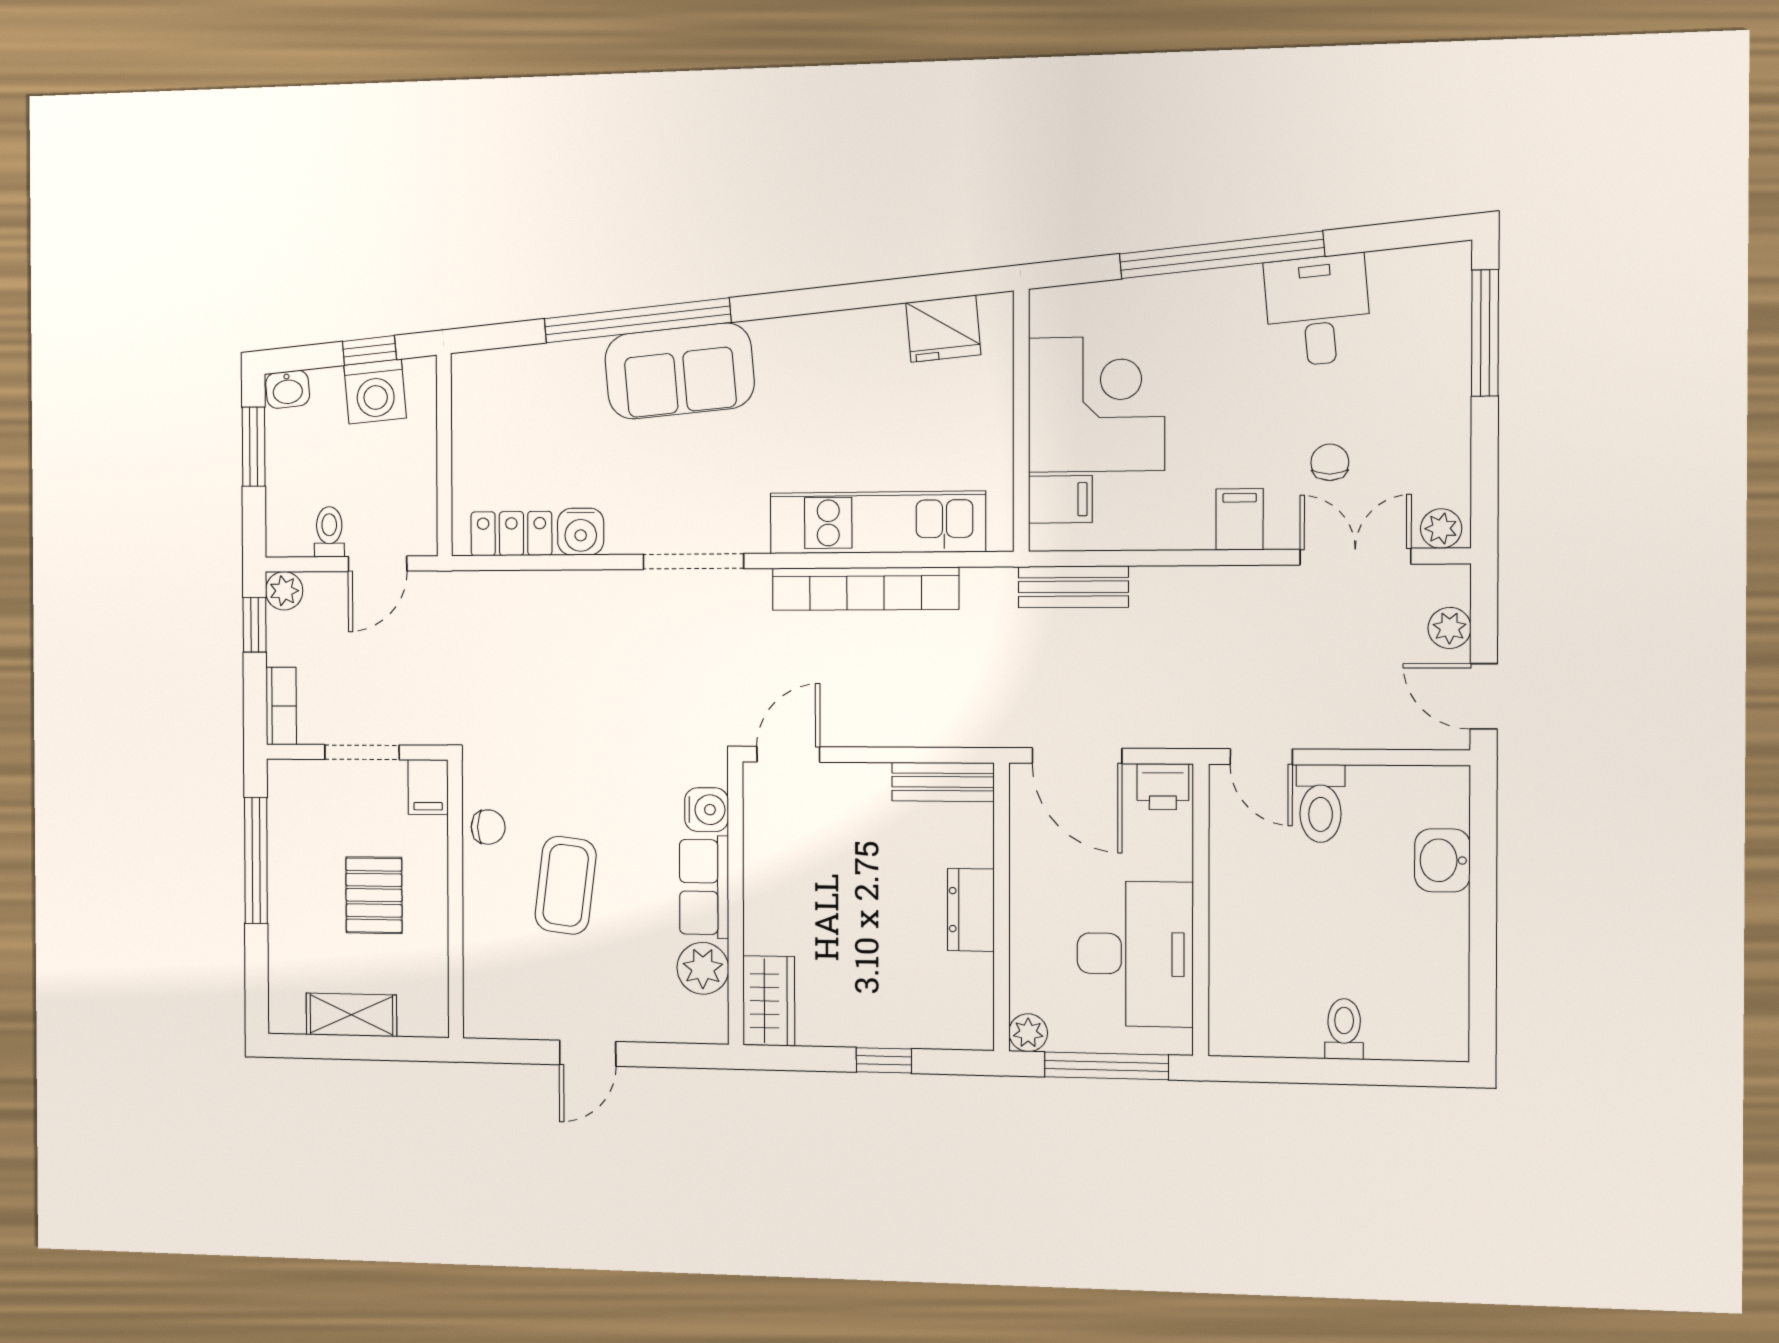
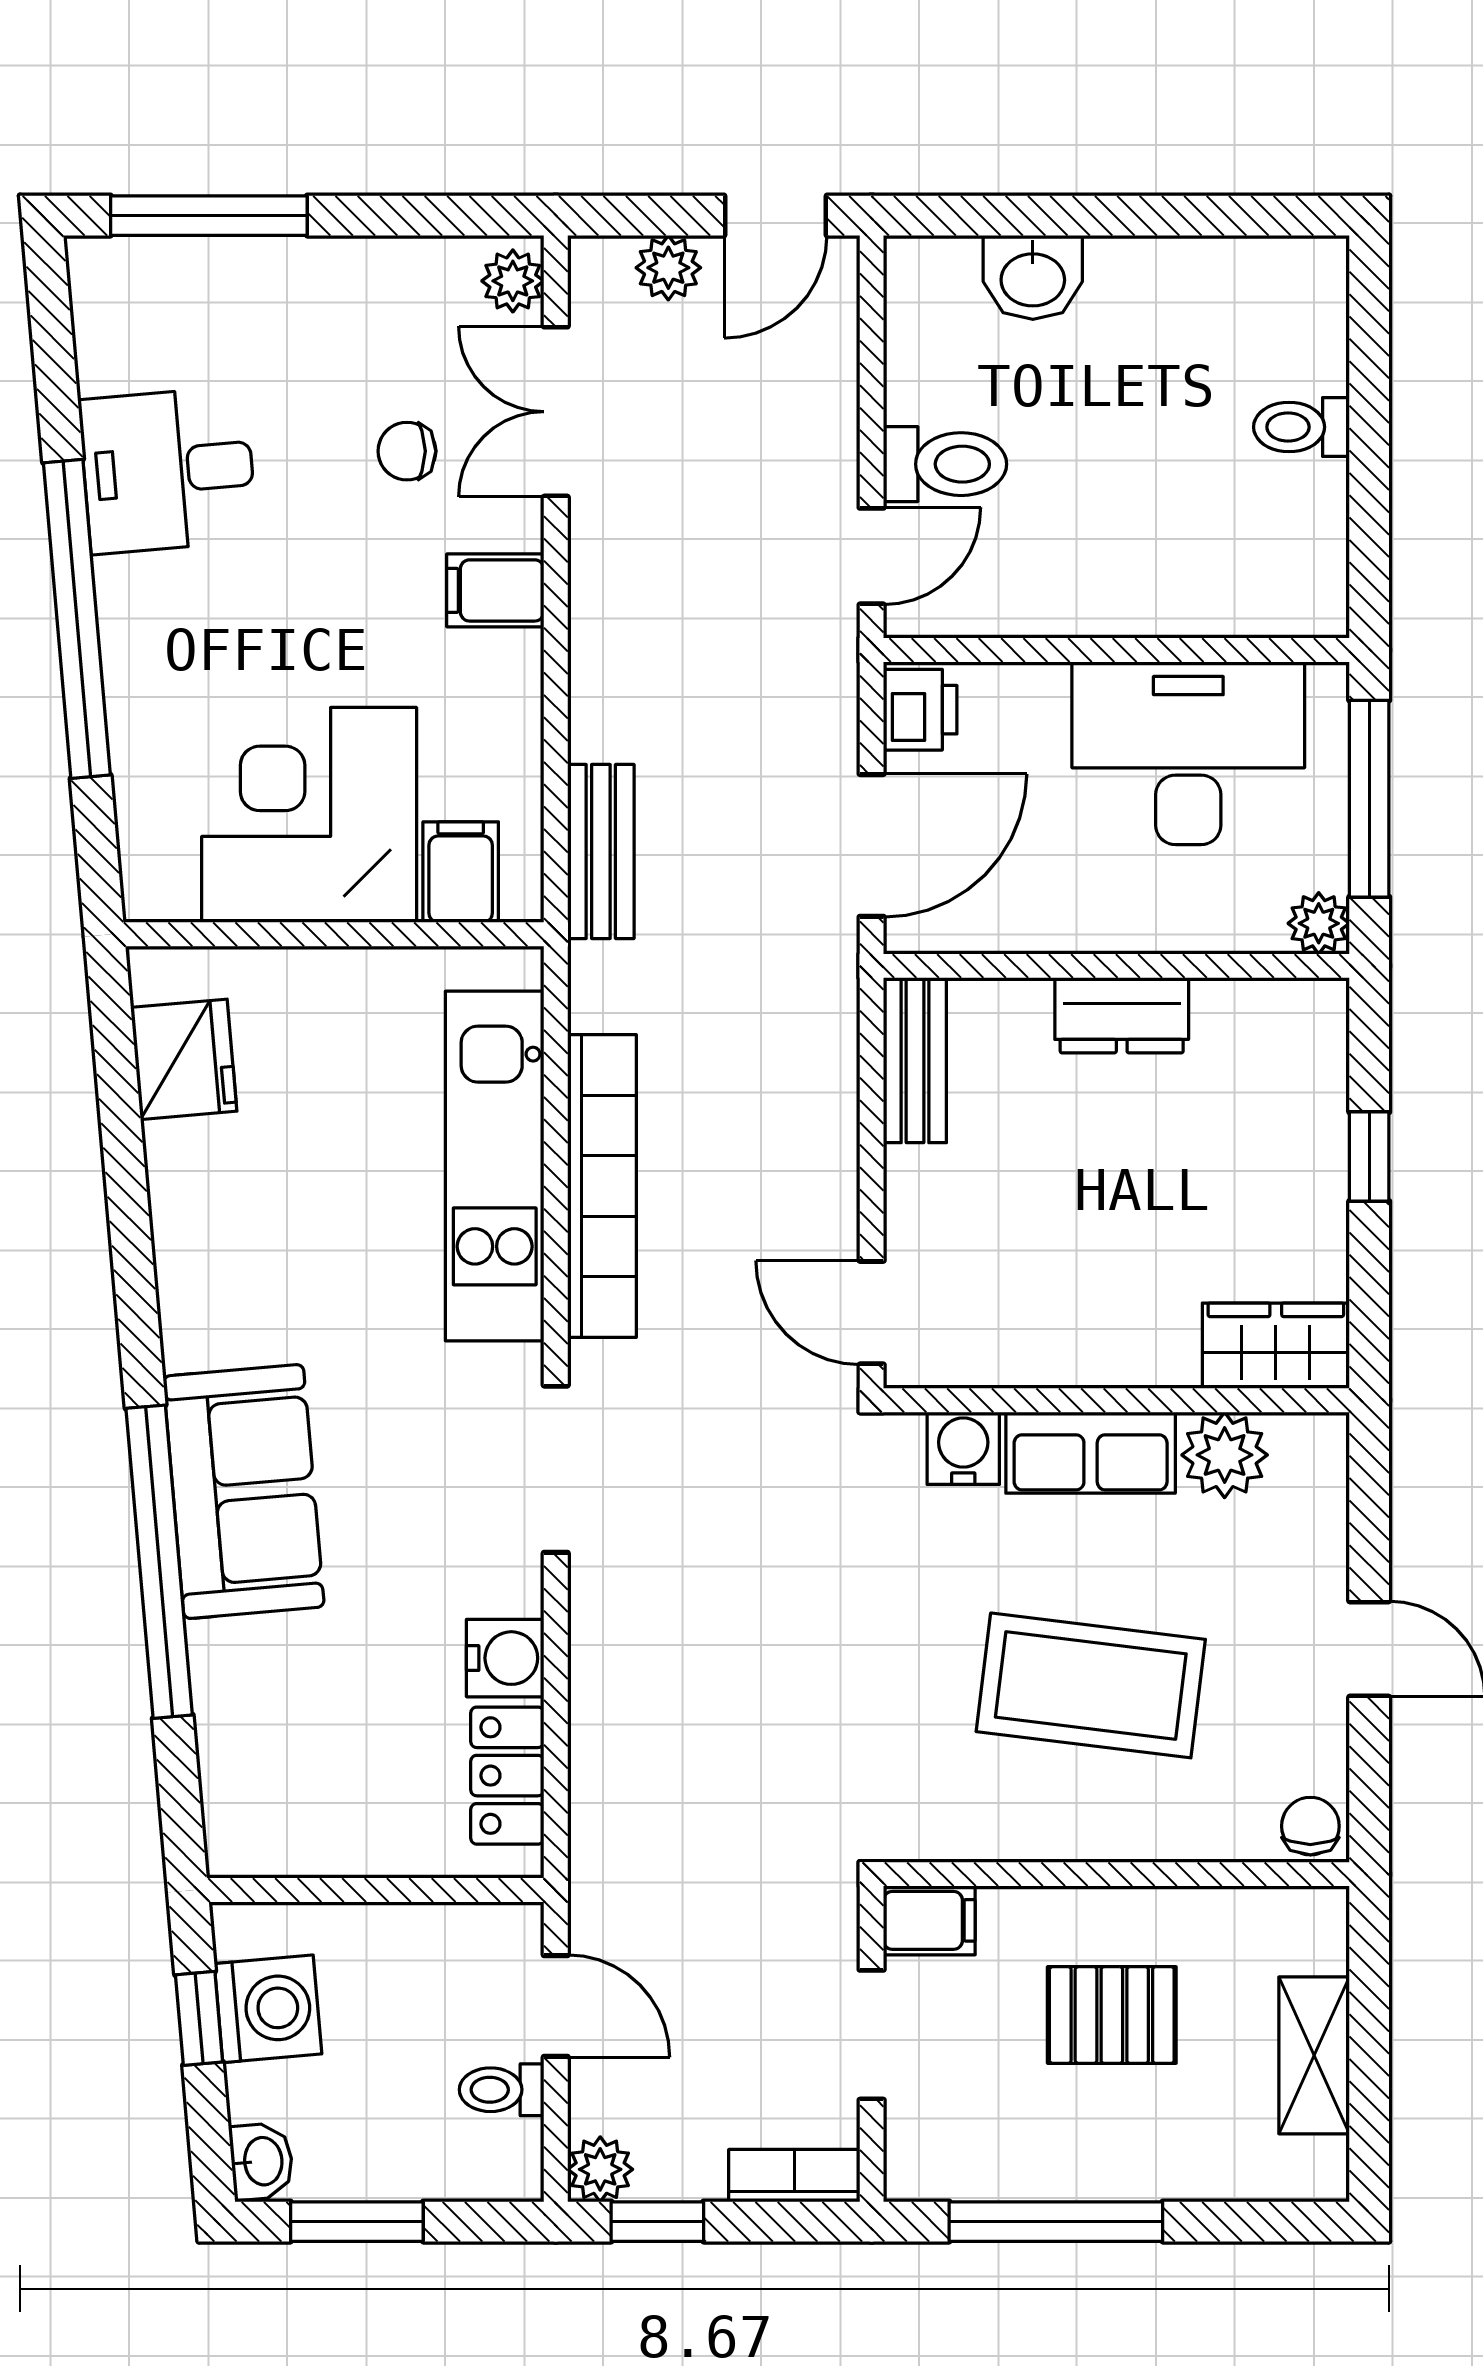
chair: (488, 827) -> (1310, 1826), moved
coffee table: (566, 885) -> (1091, 1685), width x1.36, depth x1.32

